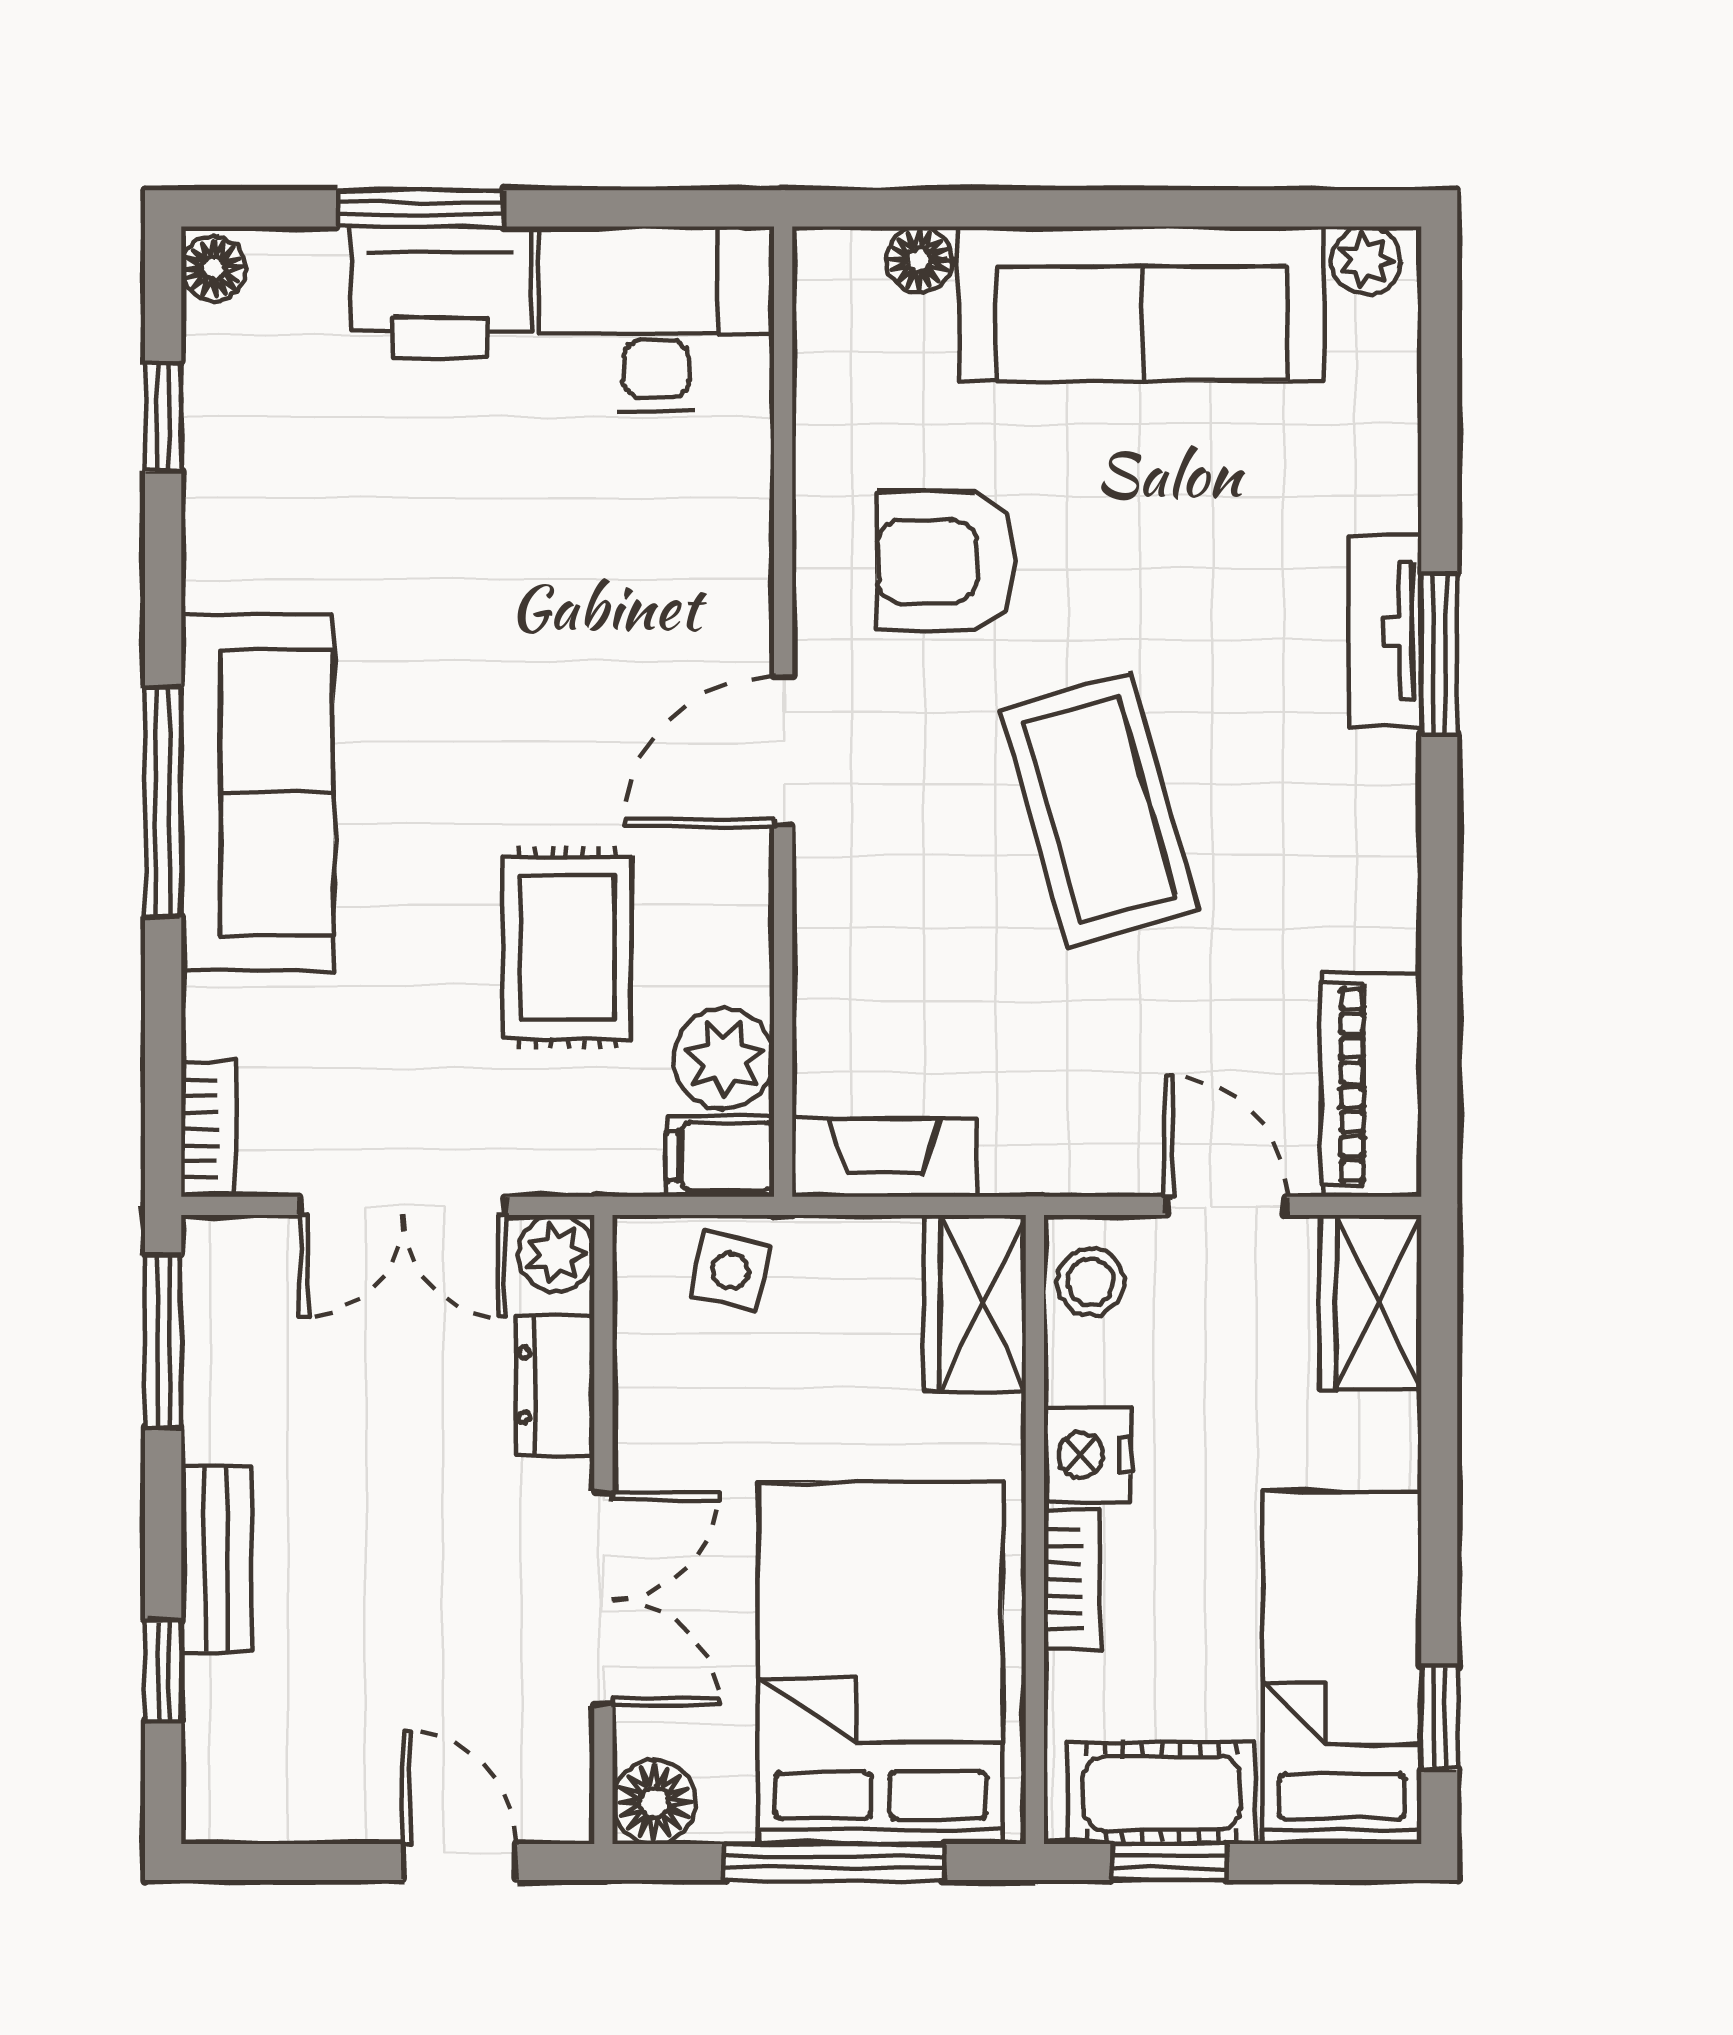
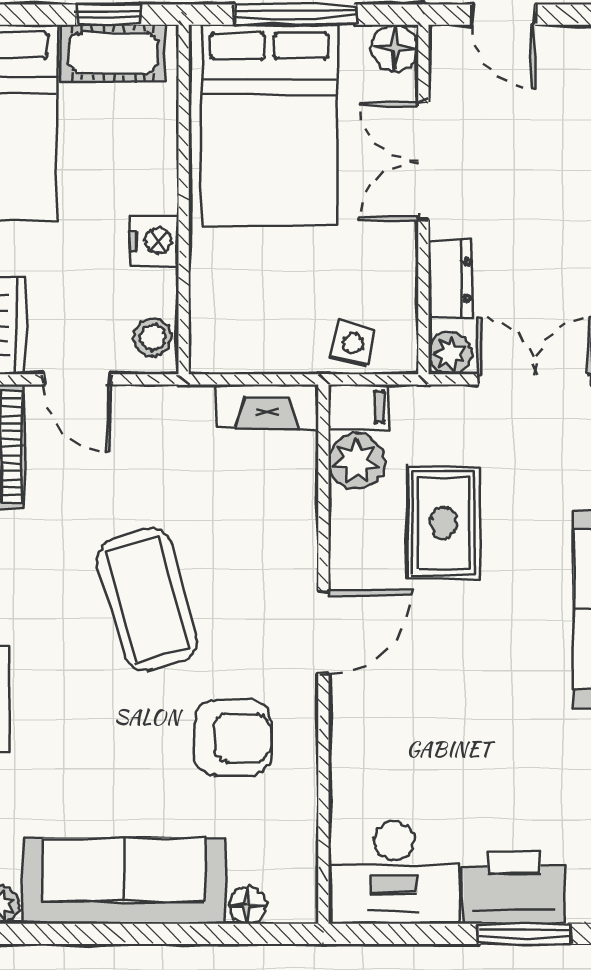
wardrobe: (975, 1303) -> (217, 325), removed
bookcase: (1072, 1579) -> (163, 172), removed

